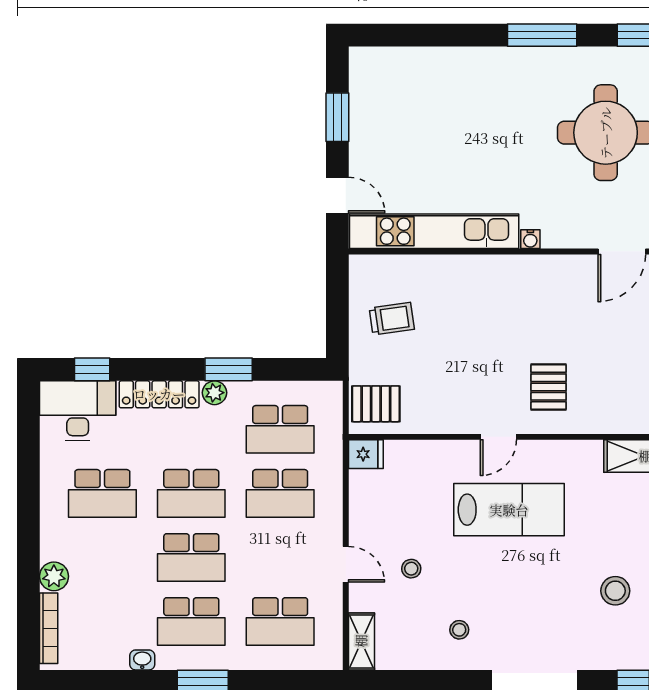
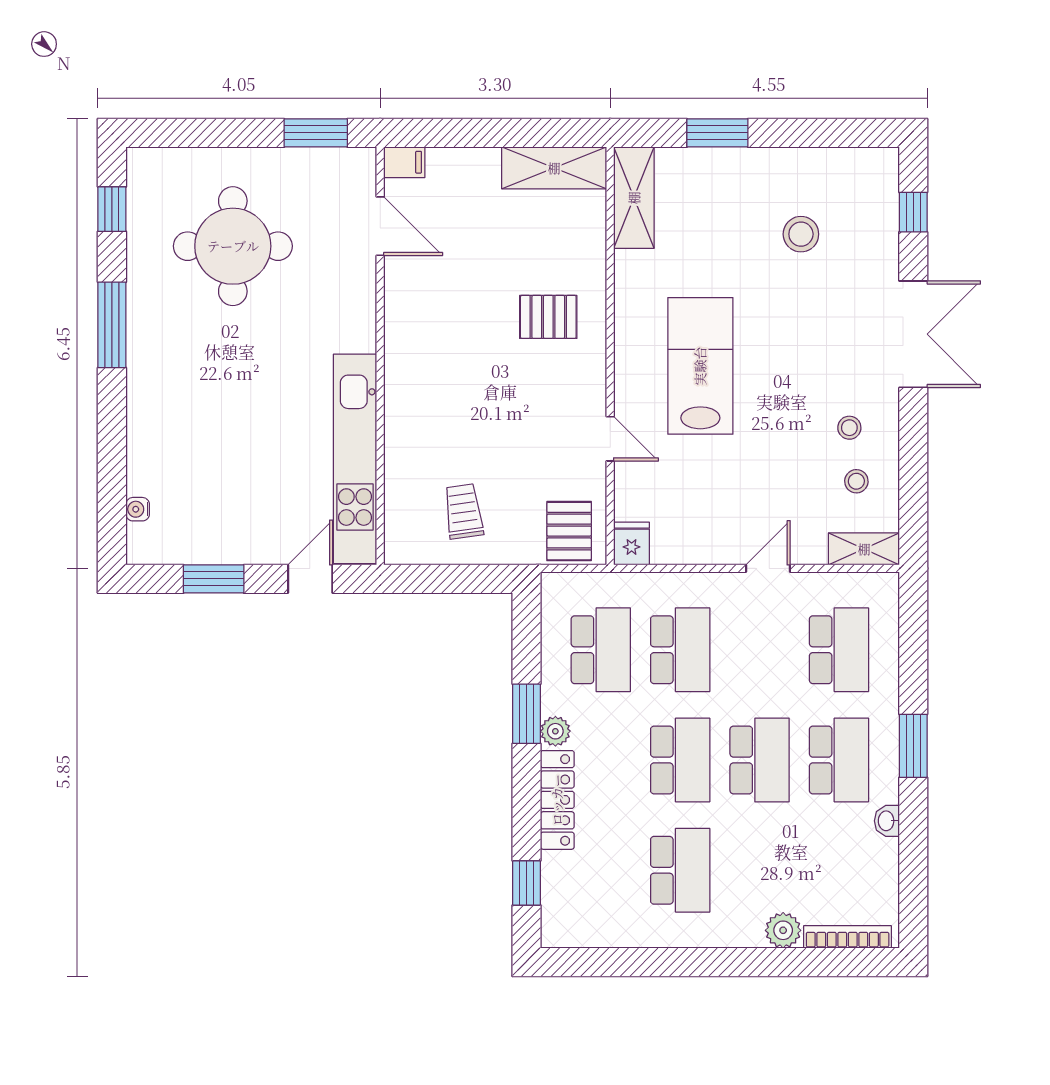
water cooler: (530, 239) -> (138, 509), moved, turned 180
desk: (78, 411) -> (578, 901), removed
door: (498, 437) -> (610, 439), moved
stool: (411, 569) -> (856, 481), moved

